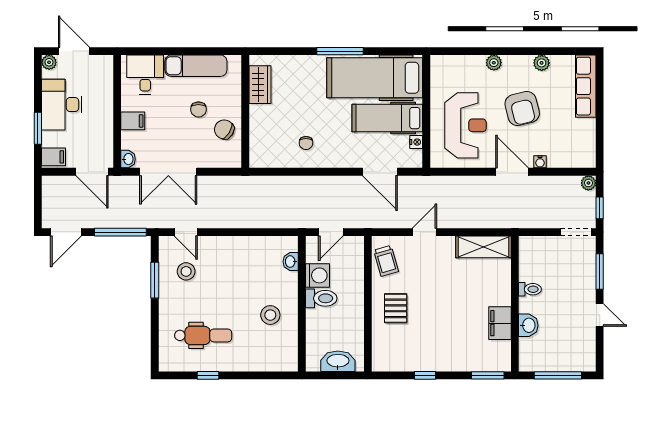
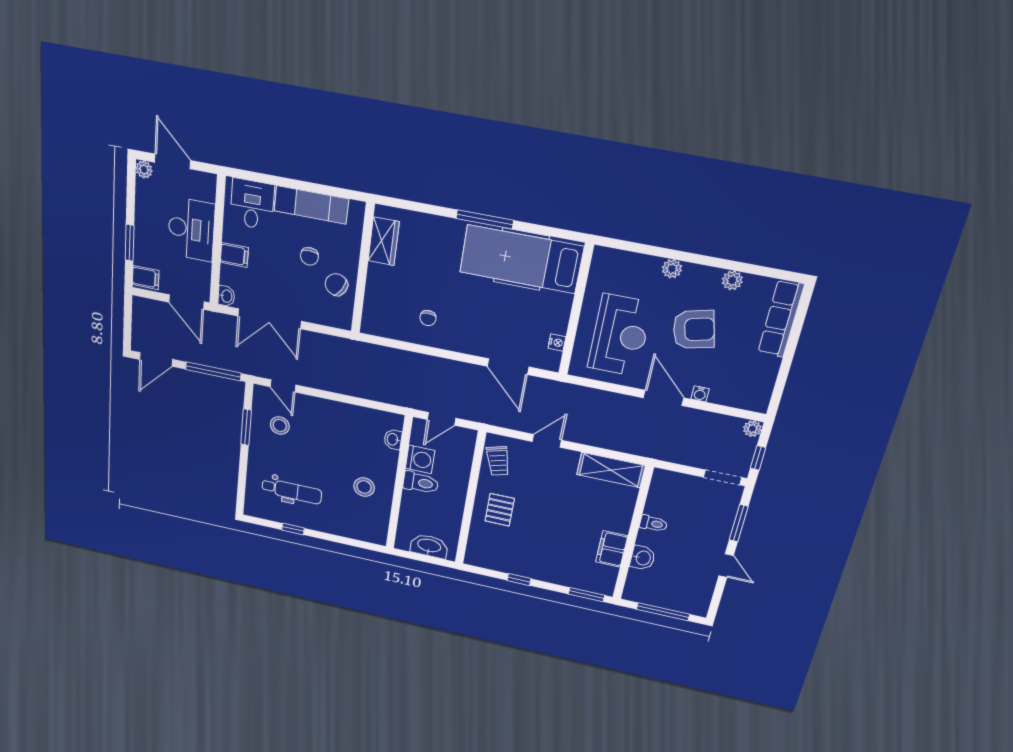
desk: (62, 105) -> (191, 229), moved, turned 180
armchair: (522, 109) -> (694, 330), turned -90
hospital bed: (387, 118) -> (528, 309), removed

